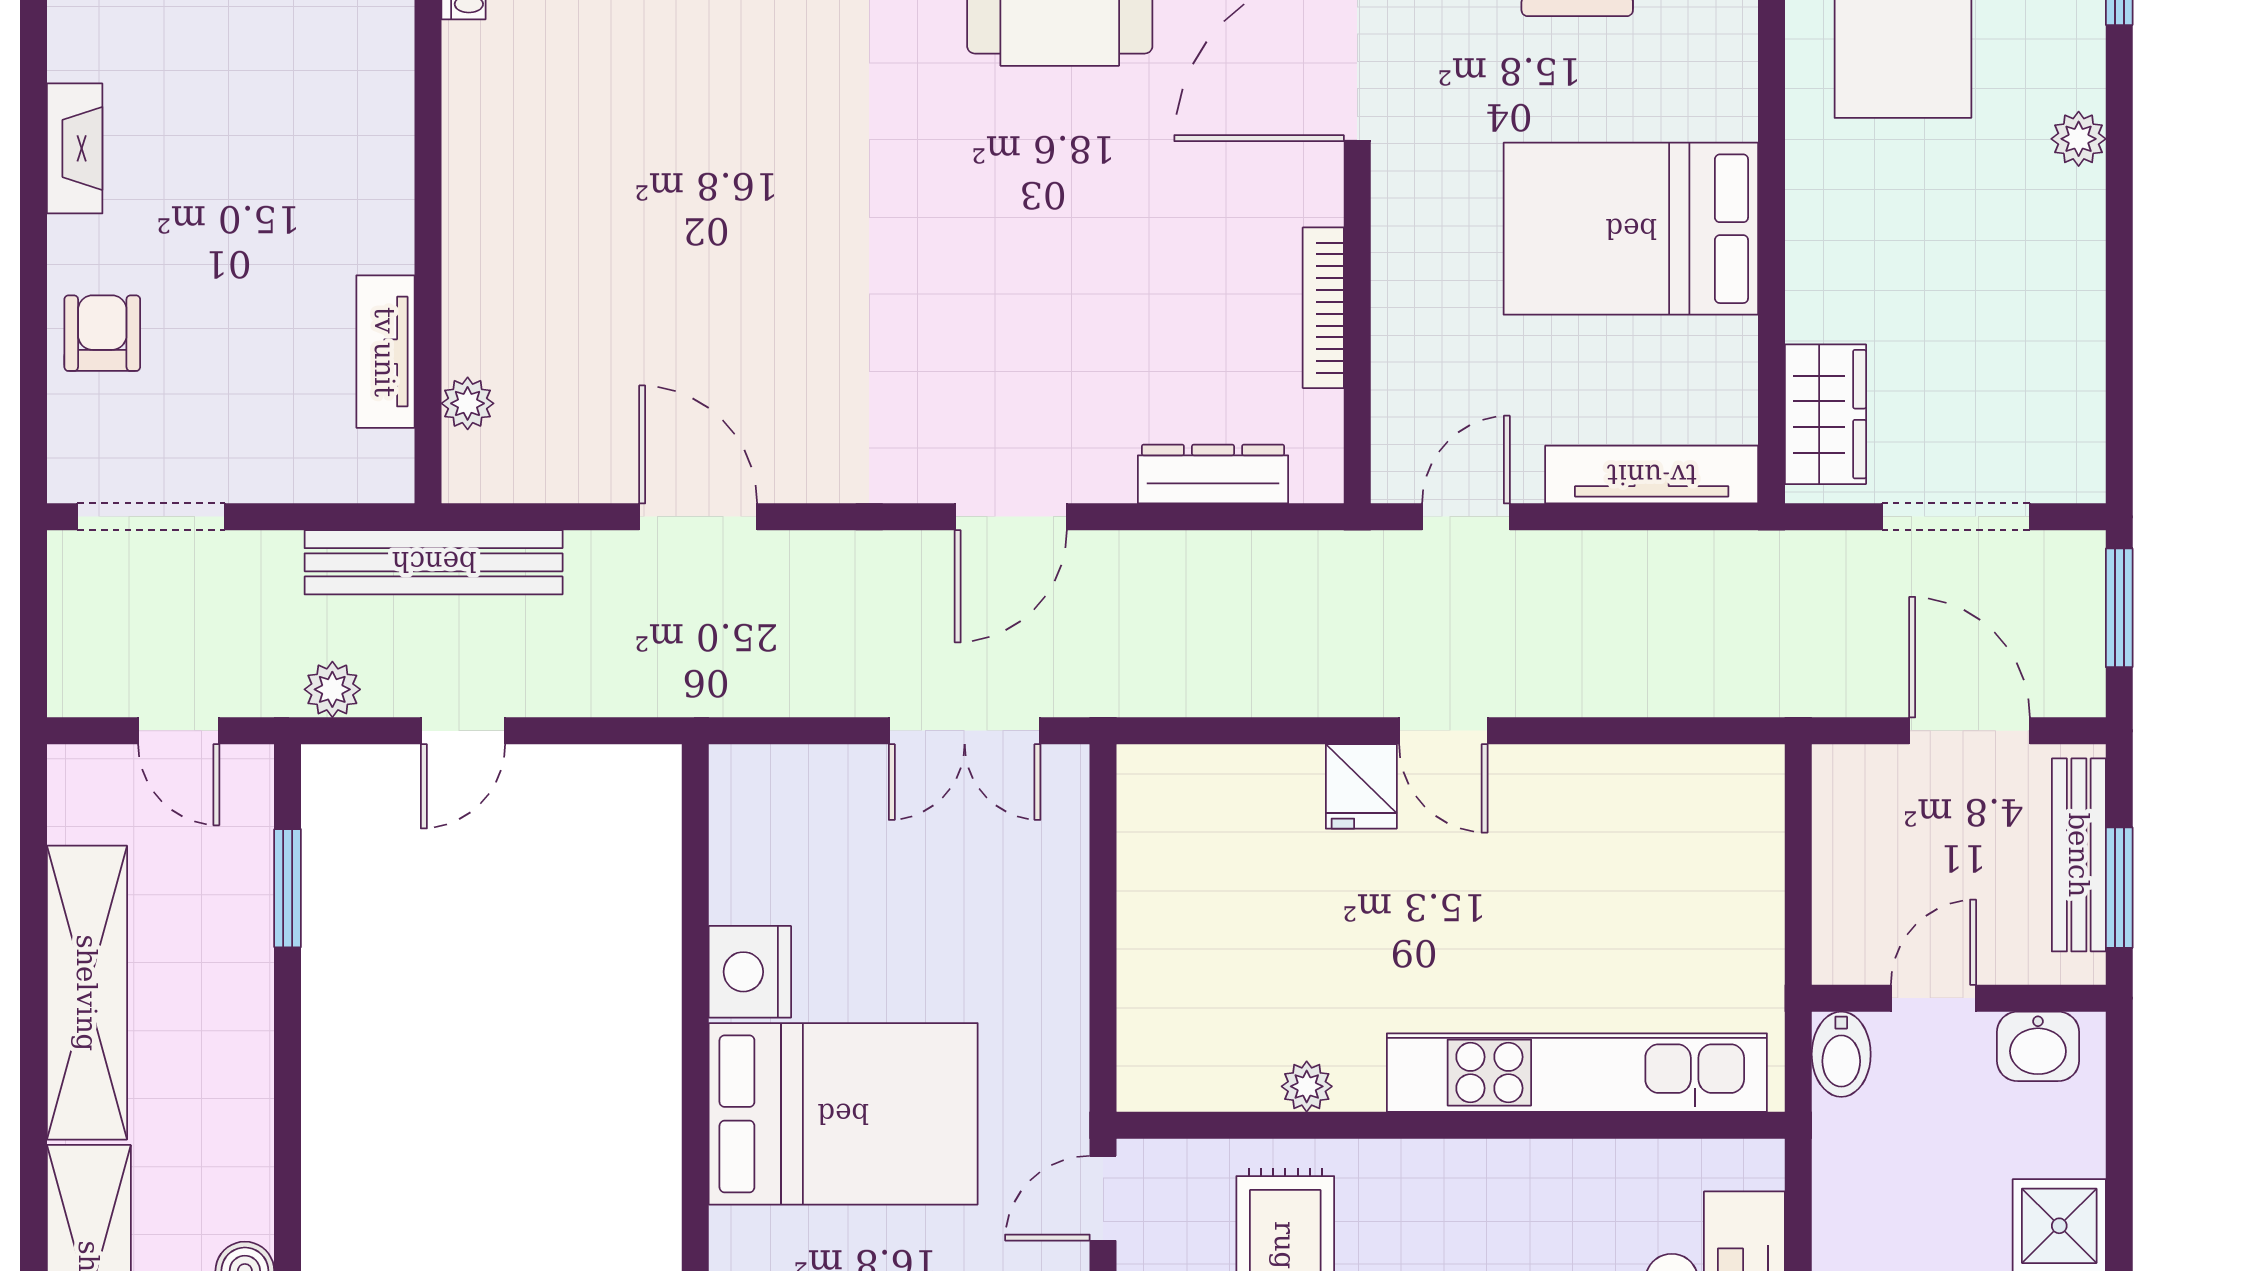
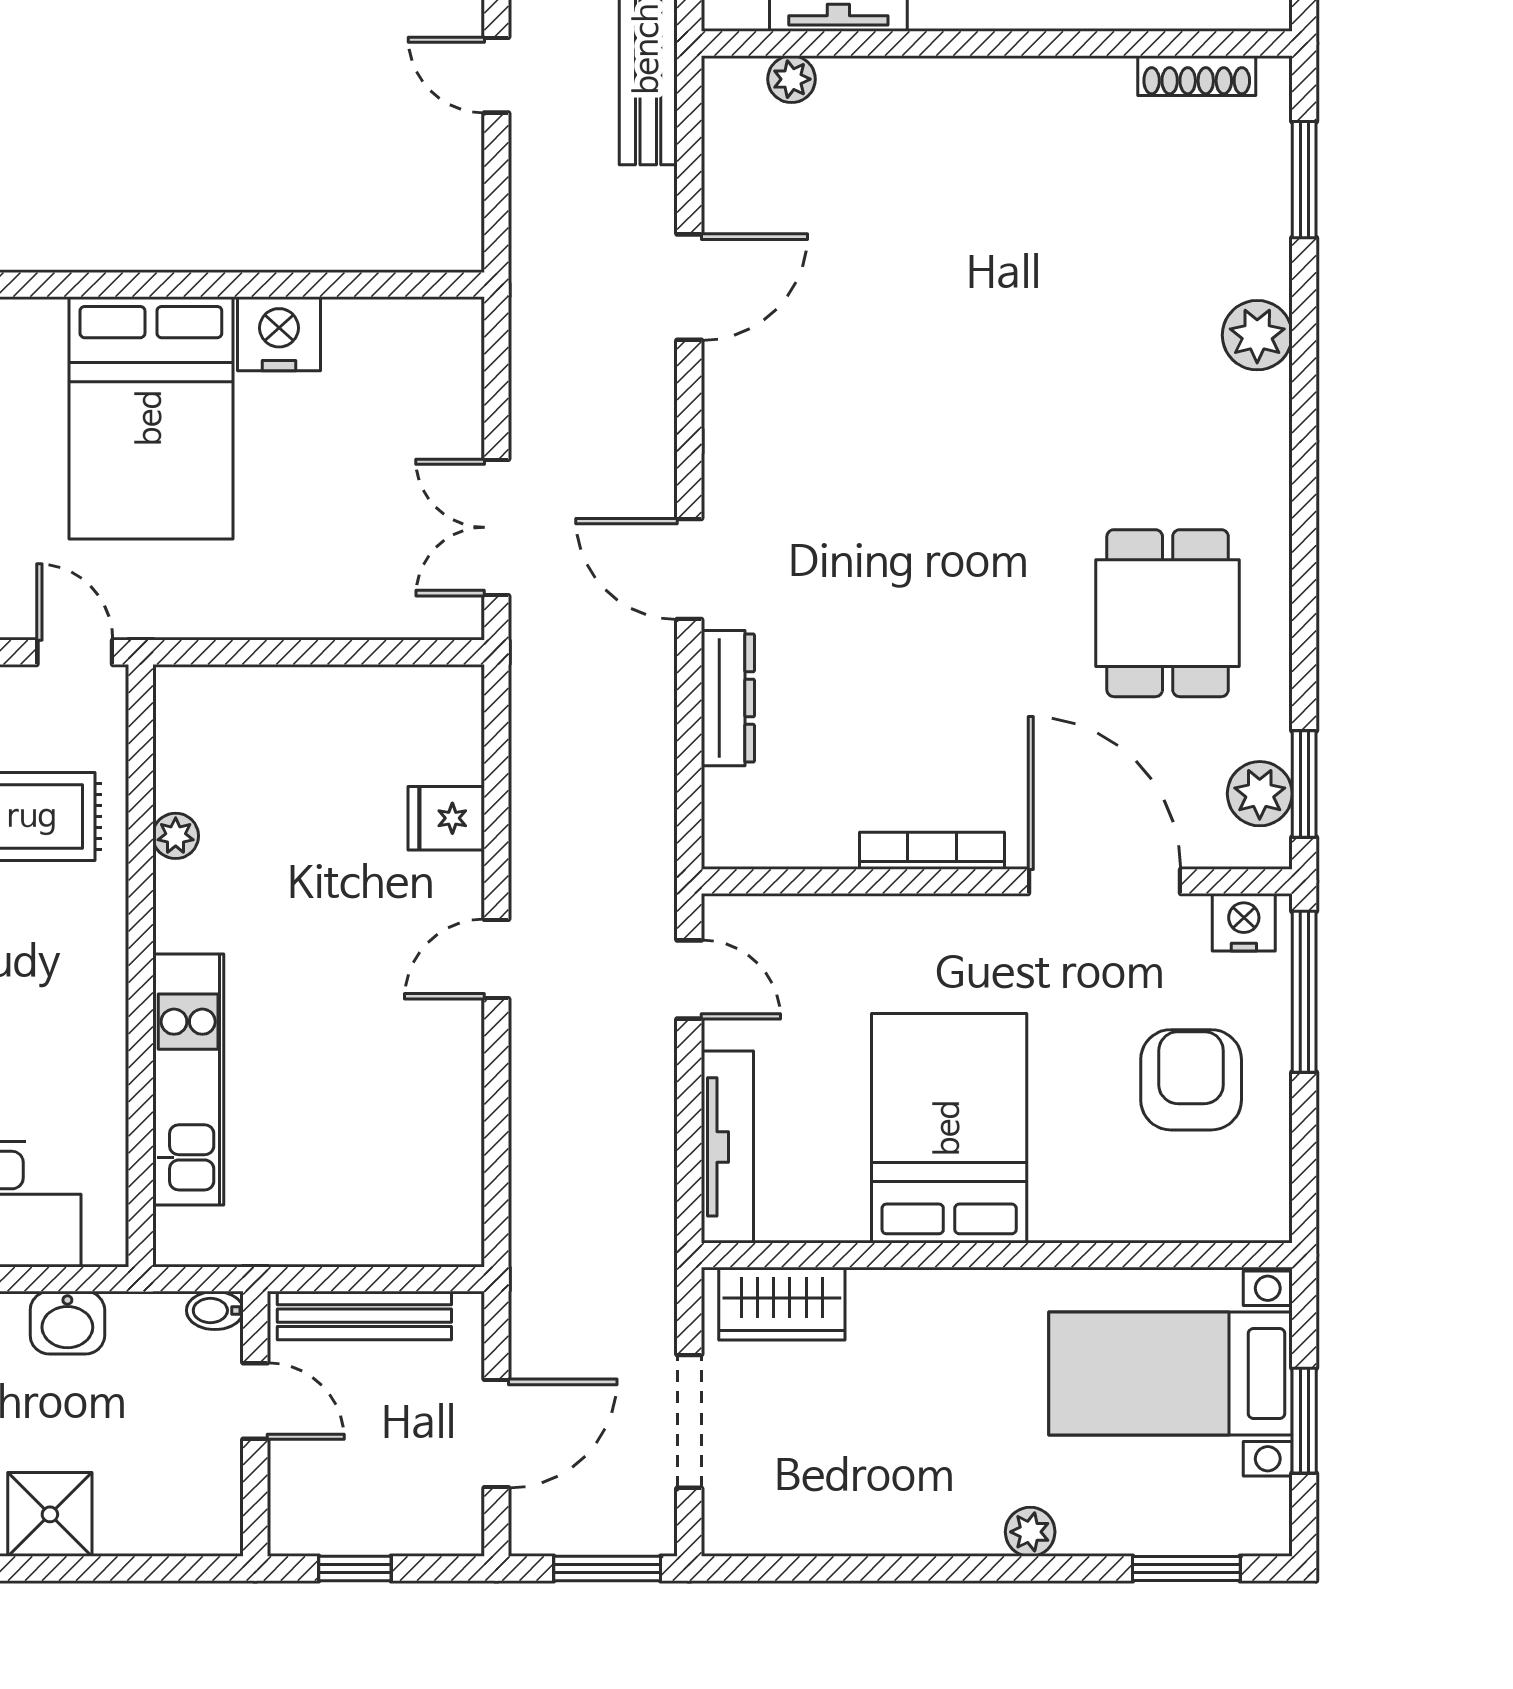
bookcase: (1323, 308) -> (932, 851), moved
dresser: (1213, 474) -> (728, 698), moved
fridge: (1361, 786) -> (446, 818), moved
bench: (2079, 855) -> (364, 1316), moved
window: (2119, 888) -> (355, 1569), width x0.67
washbasin: (2038, 1046) -> (67, 1323), moved, turned -90
bidet: (1841, 1054) -> (215, 1310), width x0.72, depth x0.74
kitchen unit: (1577, 1073) -> (188, 1079), width x0.73

